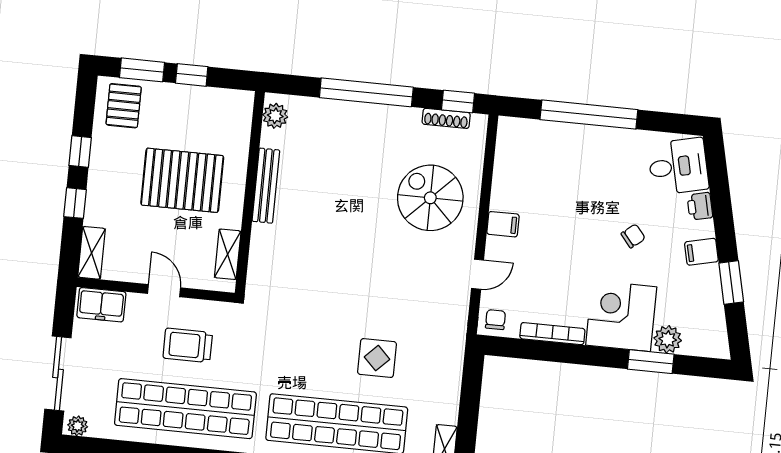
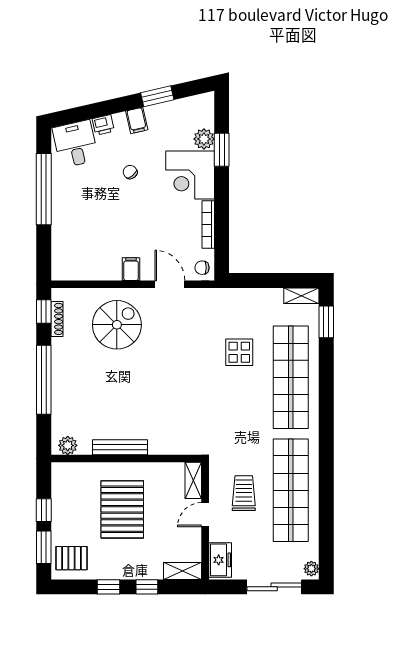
window: (589, 115) -> (44, 189), moved
spiral stairs: (430, 198) -> (117, 325), turned 180
shelving: (228, 254) -> (193, 480), moved, turned 90
door: (478, 274) -> (170, 284), width x1.38
trolley: (188, 345) -> (244, 493), turned 180

